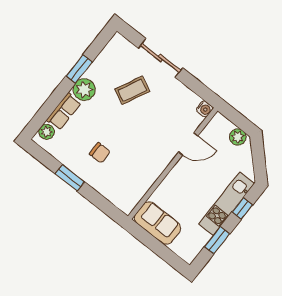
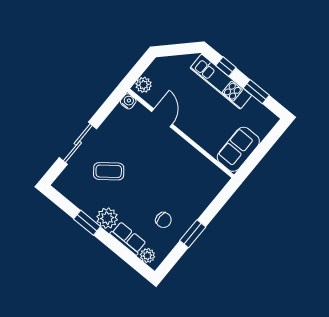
coffee table: (132, 90) -> (109, 171), turned -64
plant: (238, 137) -> (144, 85), moved
chair: (100, 153) -> (163, 220), moved, turned 90

